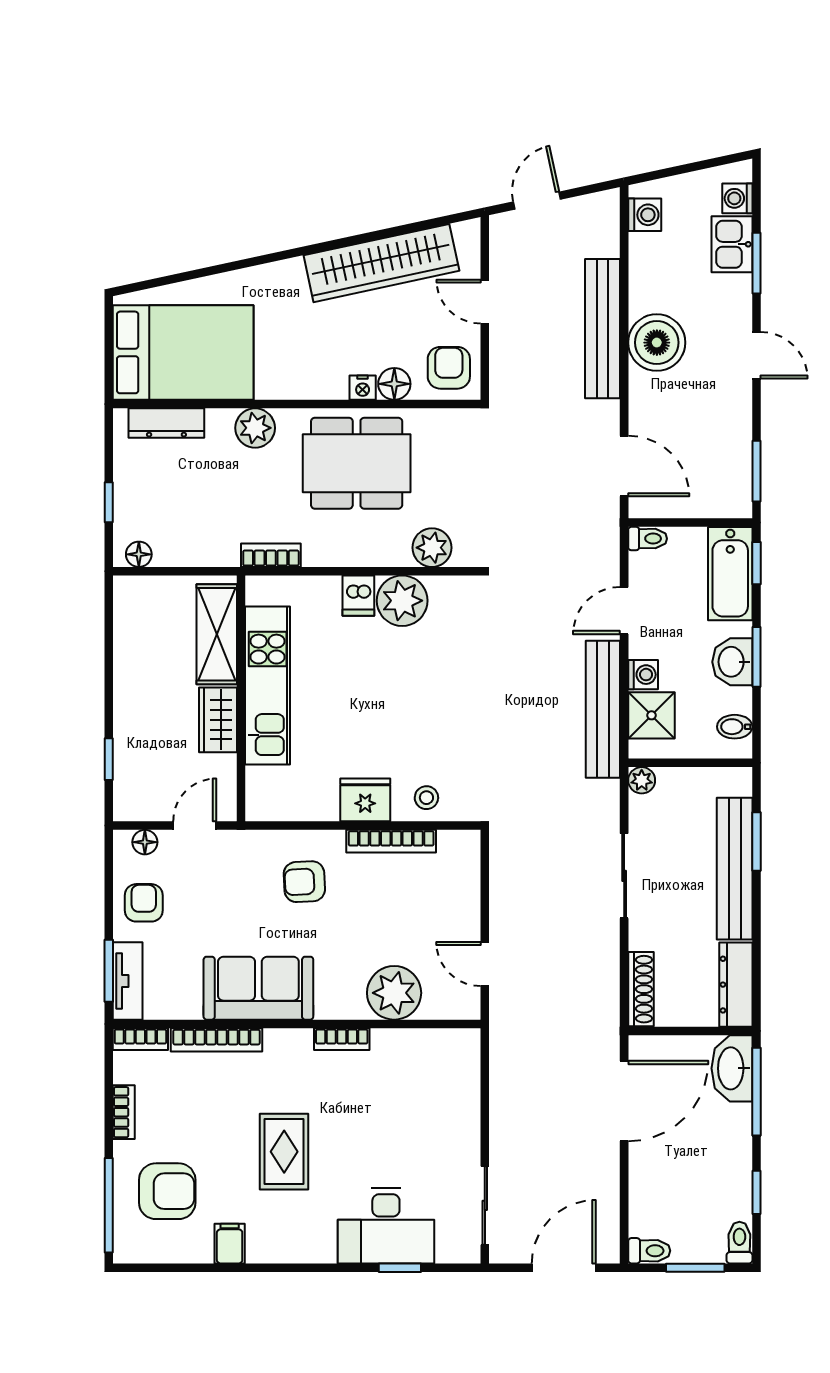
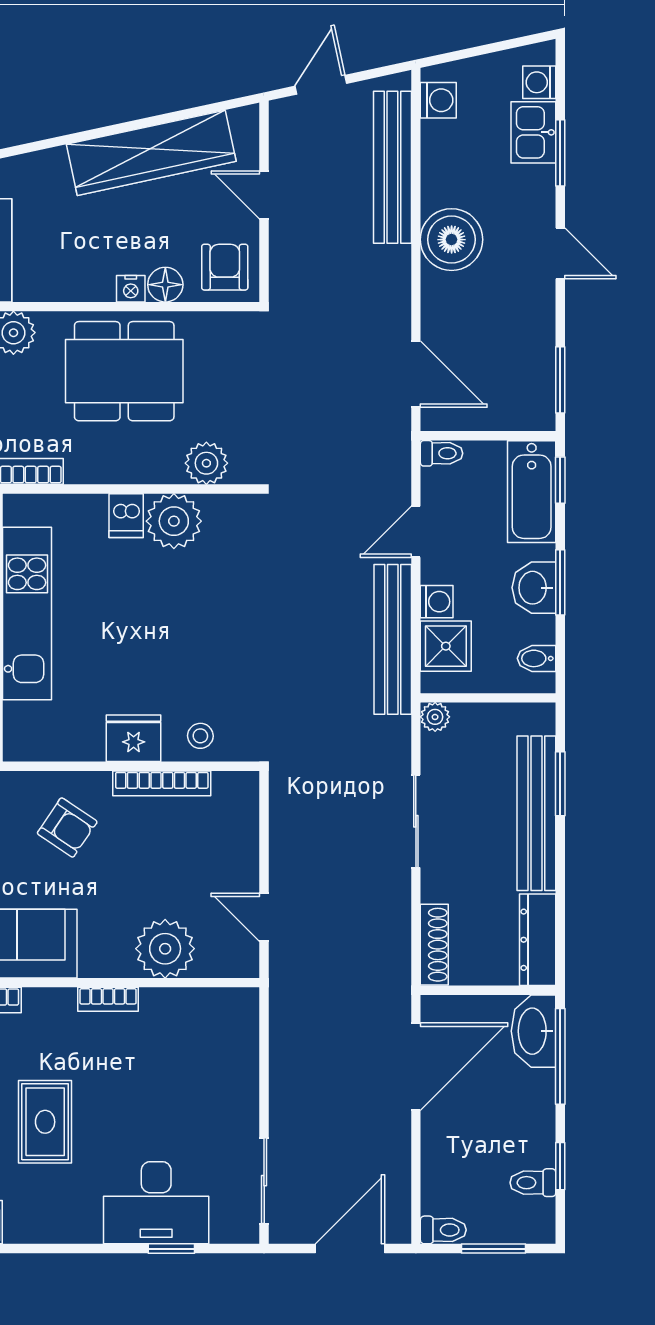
bench: (603, 329) -> (392, 167), moved
armchair: (304, 882) -> (67, 827), turned -143
toilet: (739, 1243) -> (533, 1183), moved, turned -90

